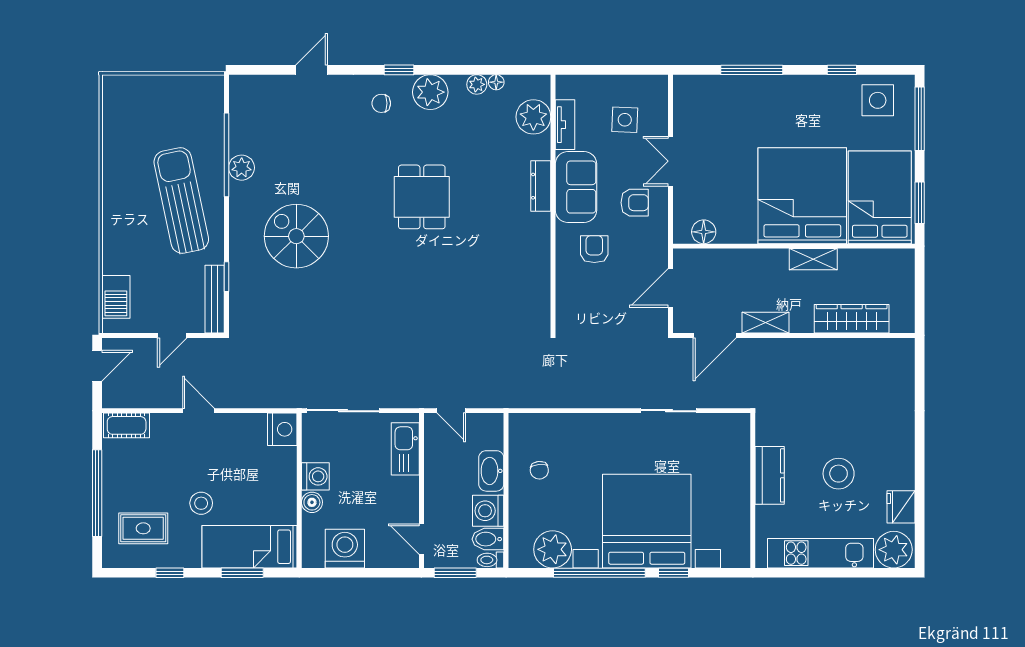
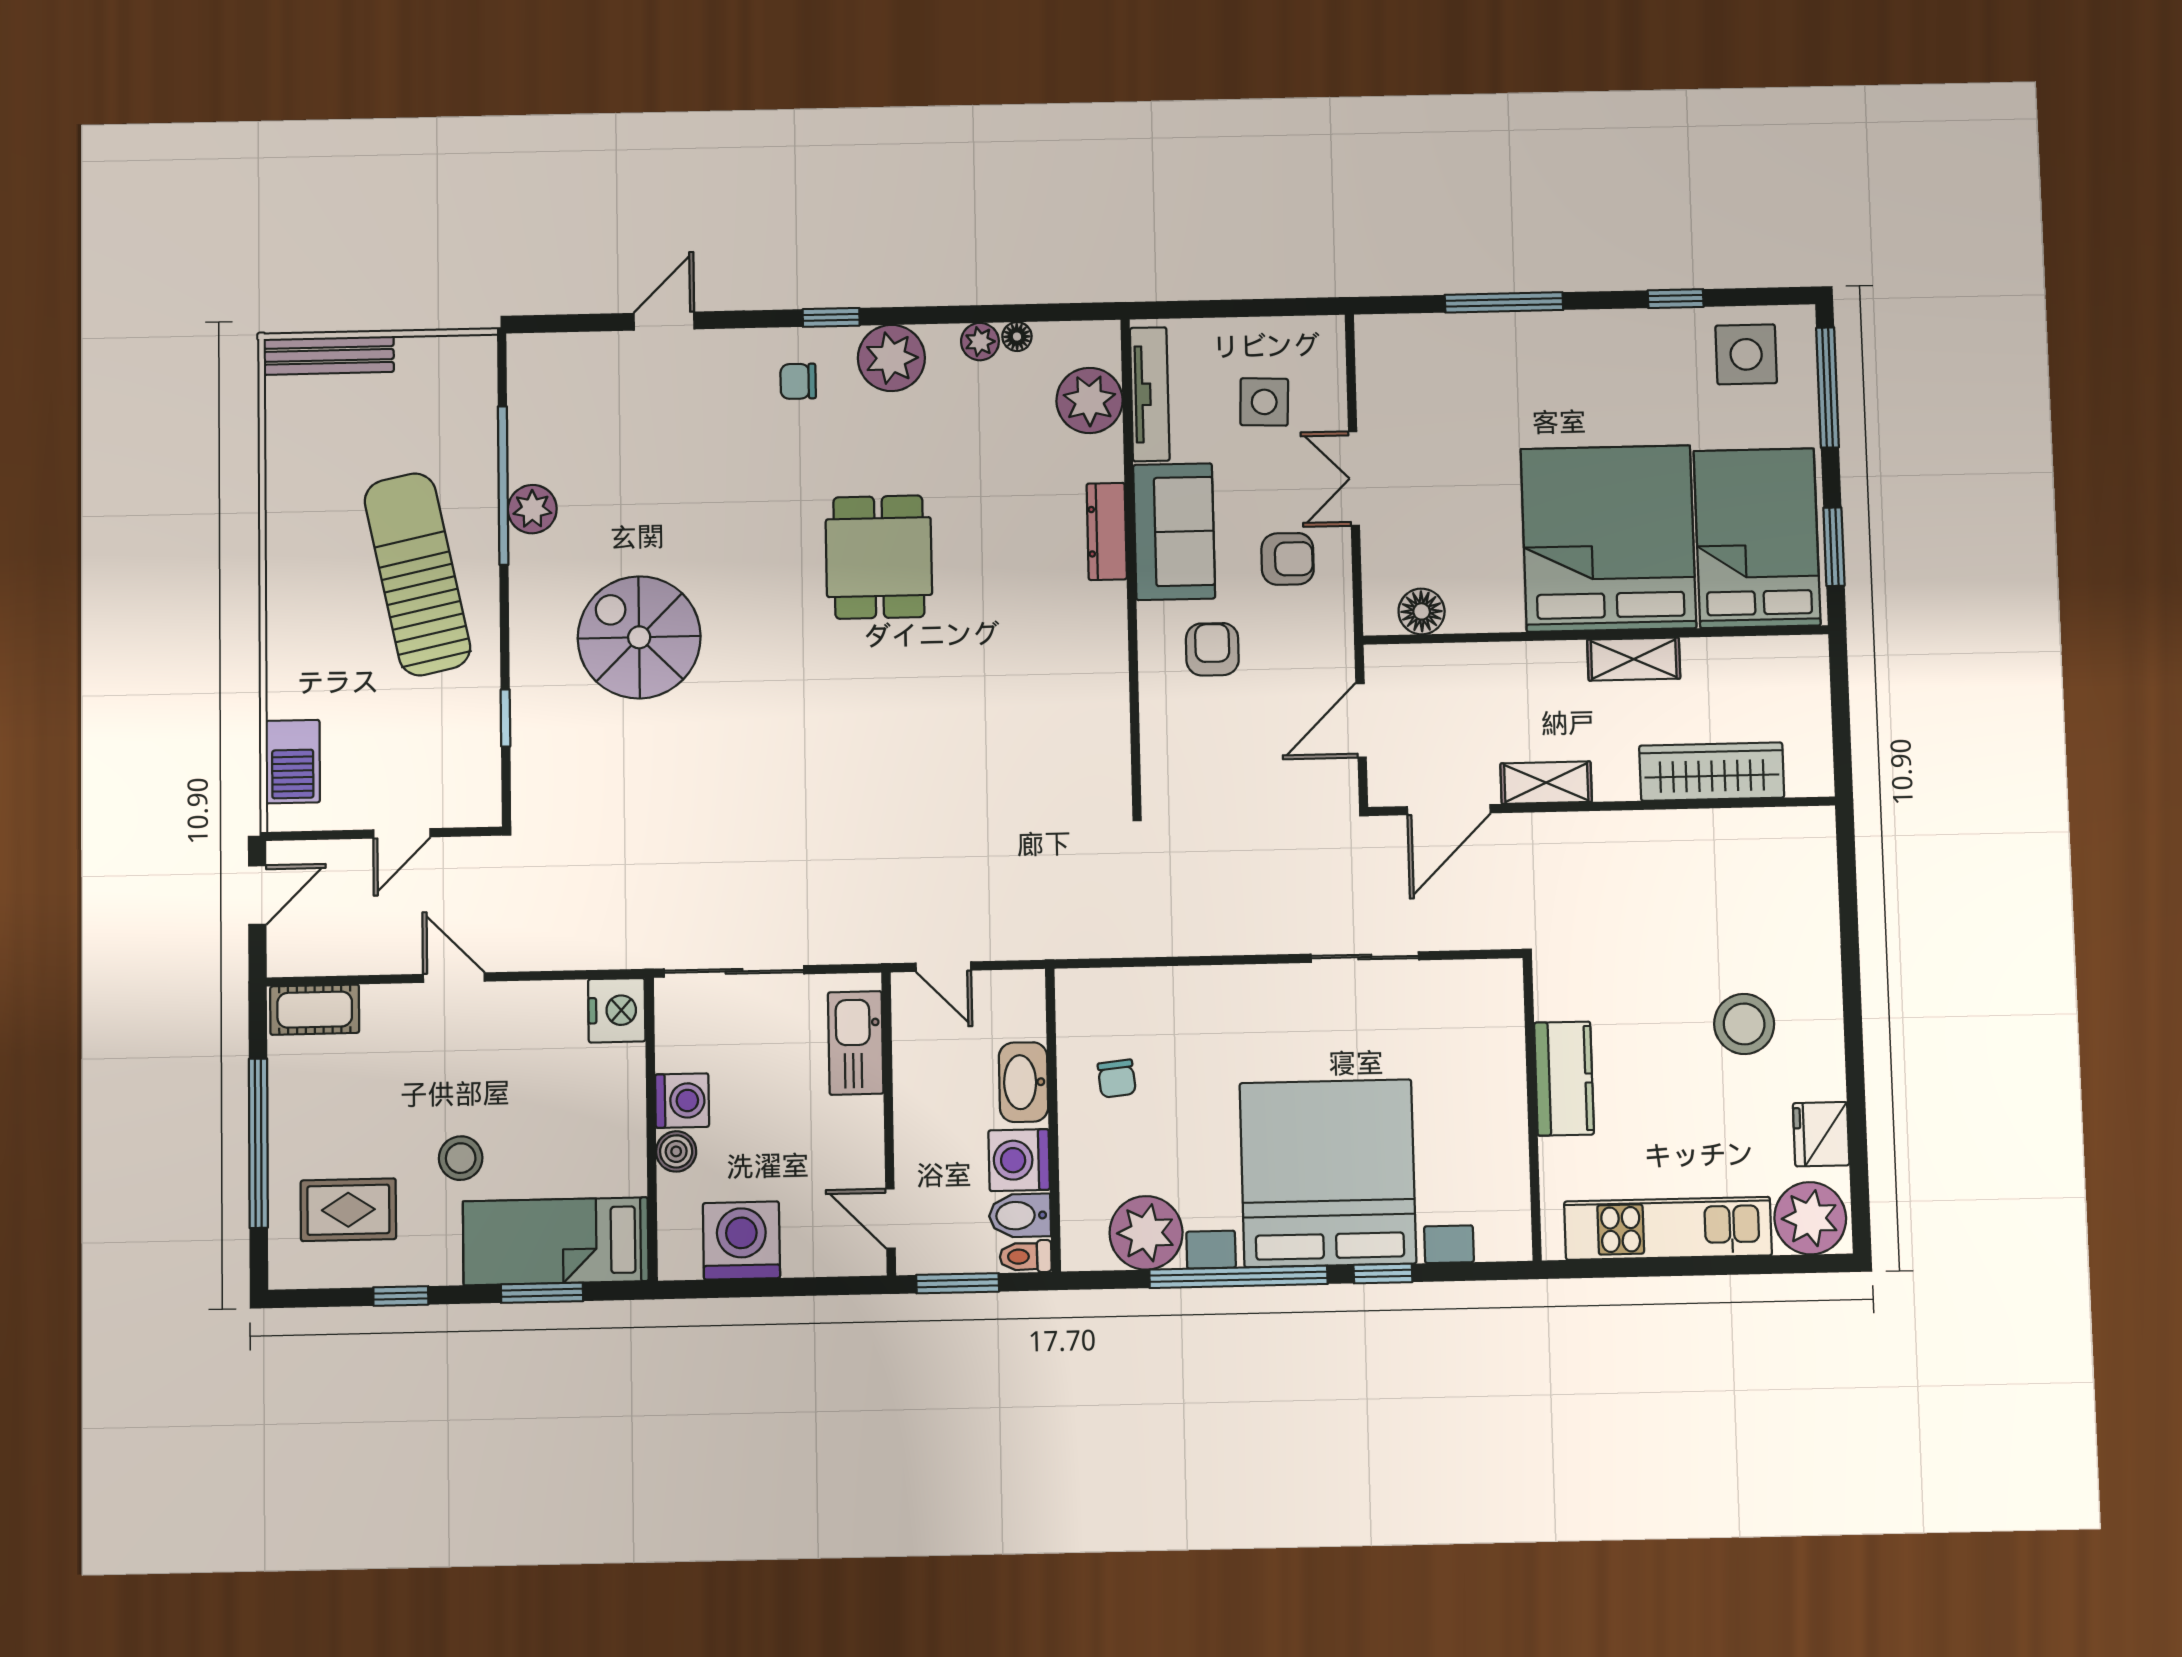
tv unit: (565, 125) -> (1150, 394), width x1.41
bench: (215, 299) -> (329, 355), moved, turned 90
stool: (839, 474) -> (1744, 1024), moved

